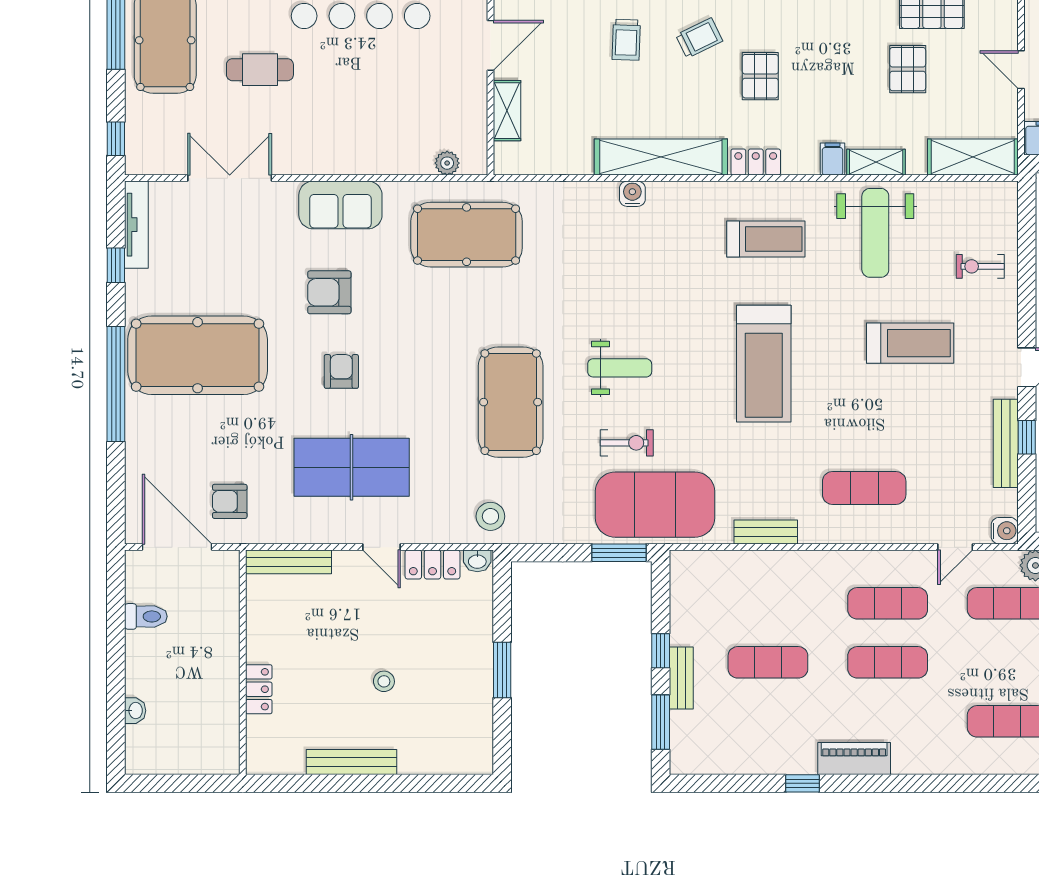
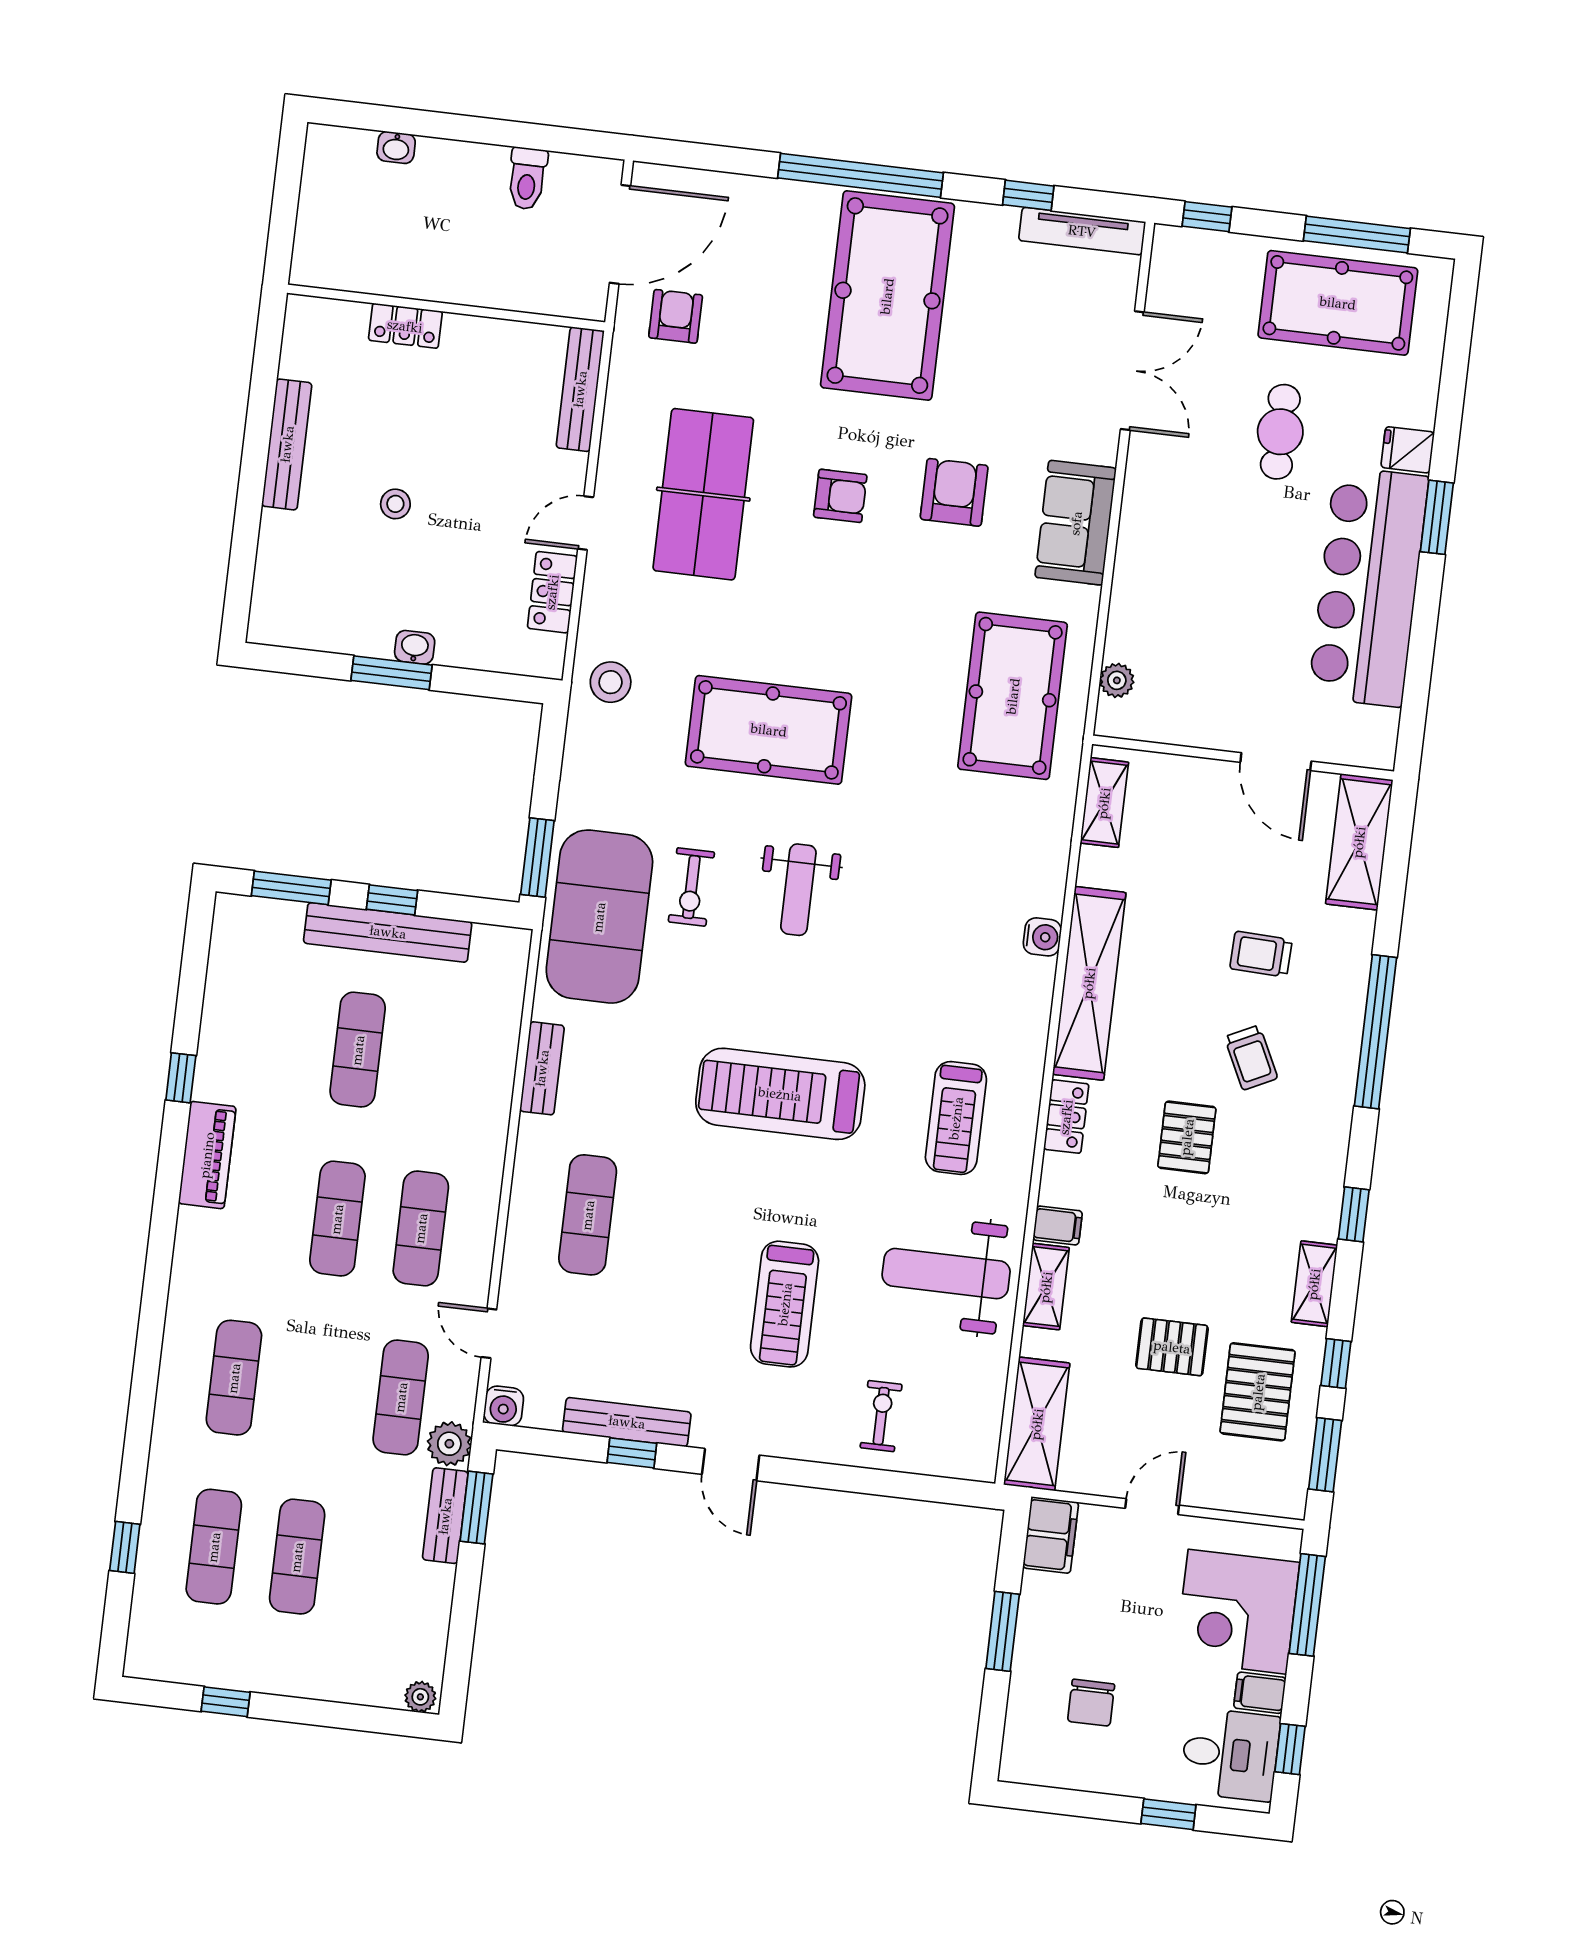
pallet: (760, 76) -> (1187, 1137), turned 90
shelving: (507, 111) -> (1104, 803), moved, turned 90
washbasin: (477, 561) -> (415, 647), moved, turned 90
bench: (681, 678) -> (388, 932), width x1.86, depth x1.21

